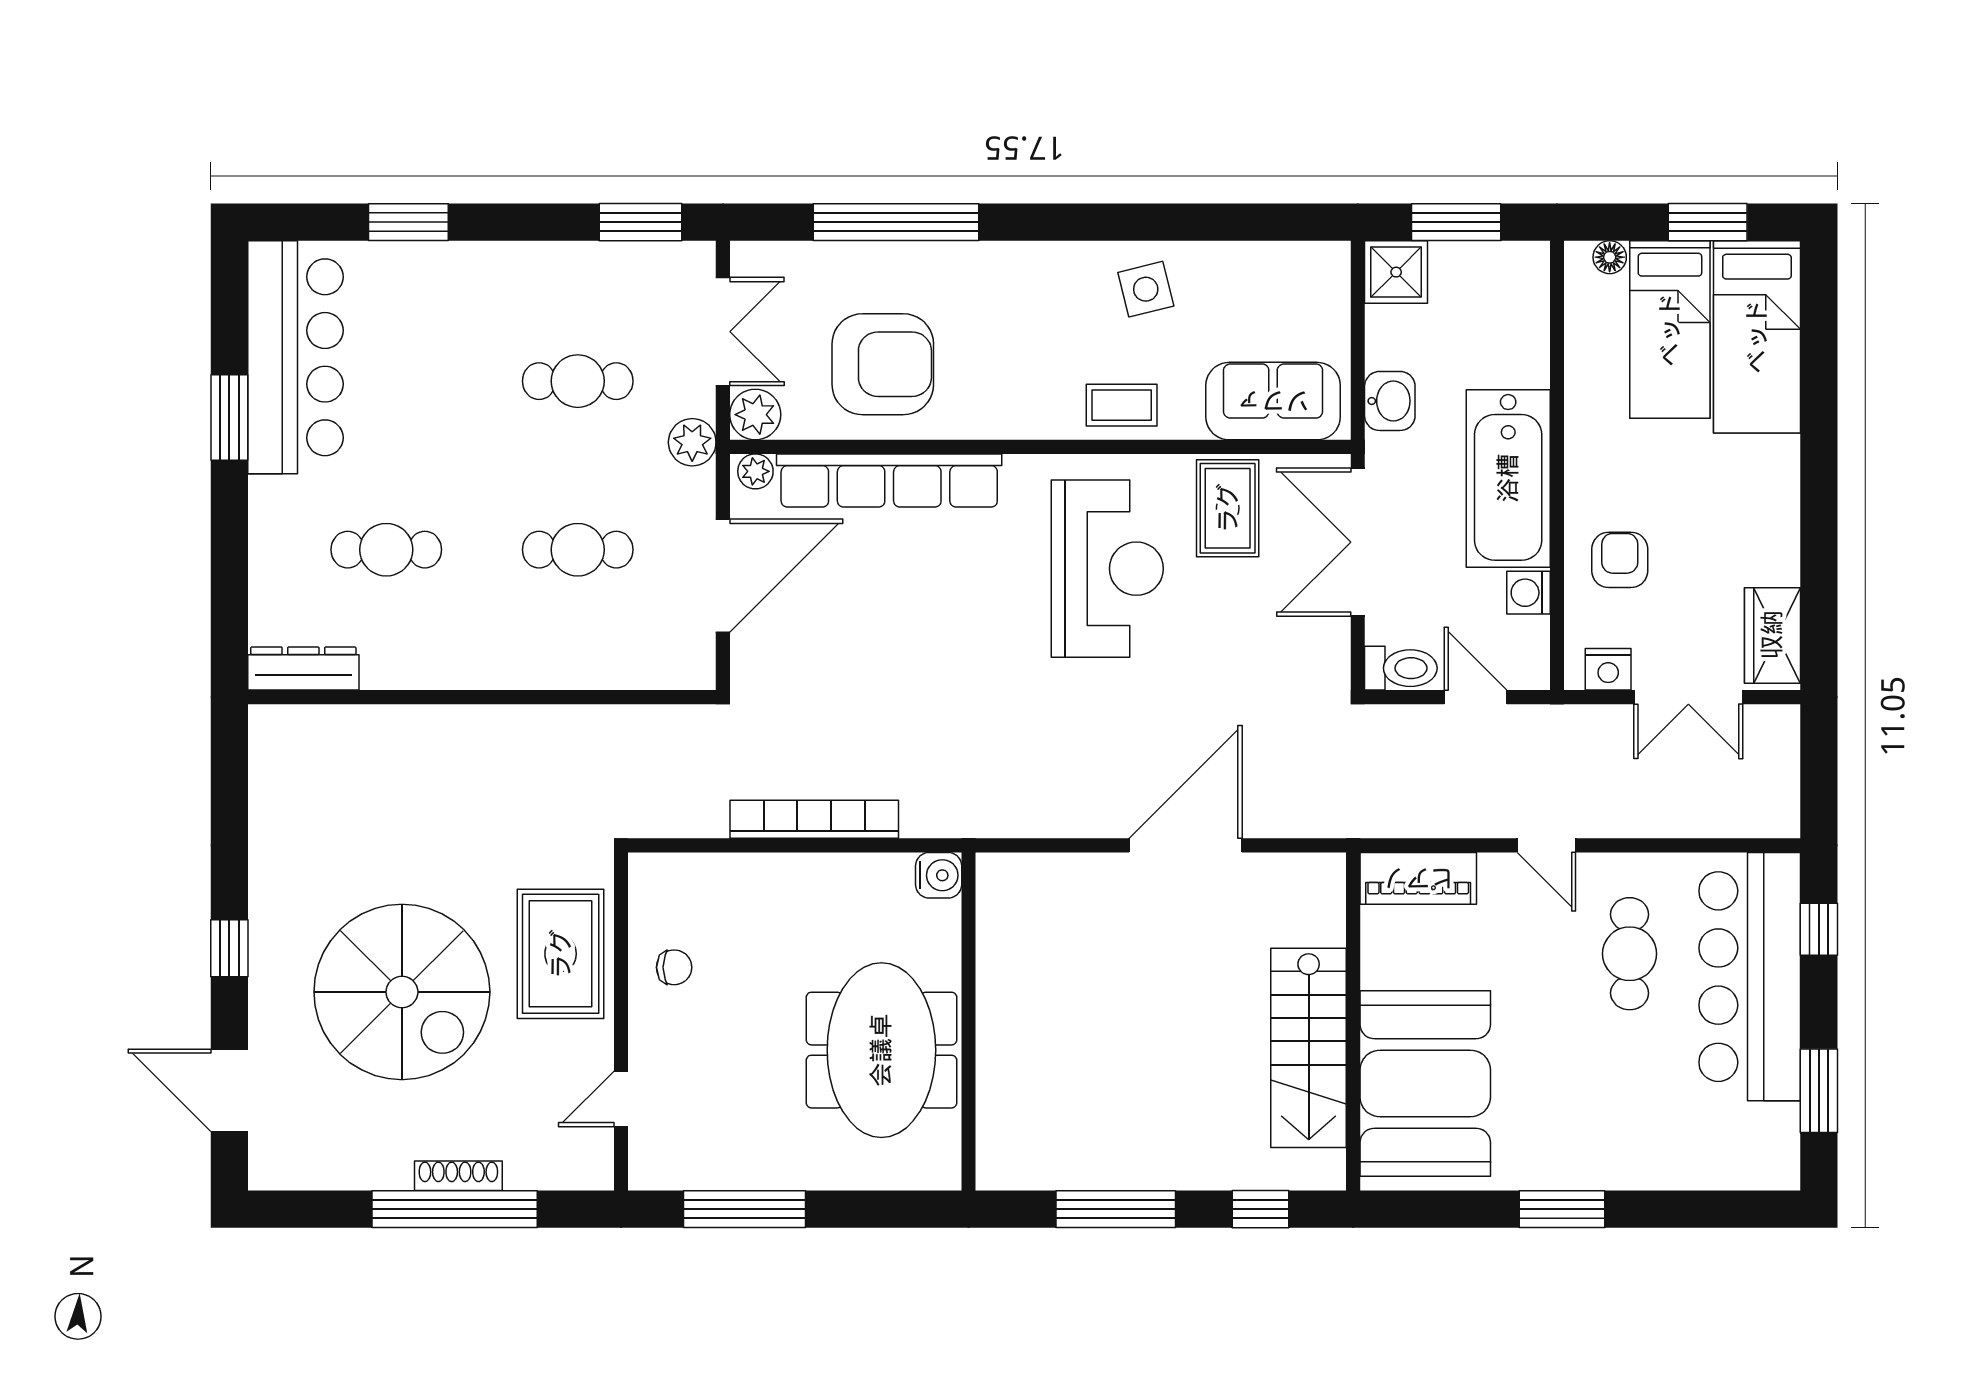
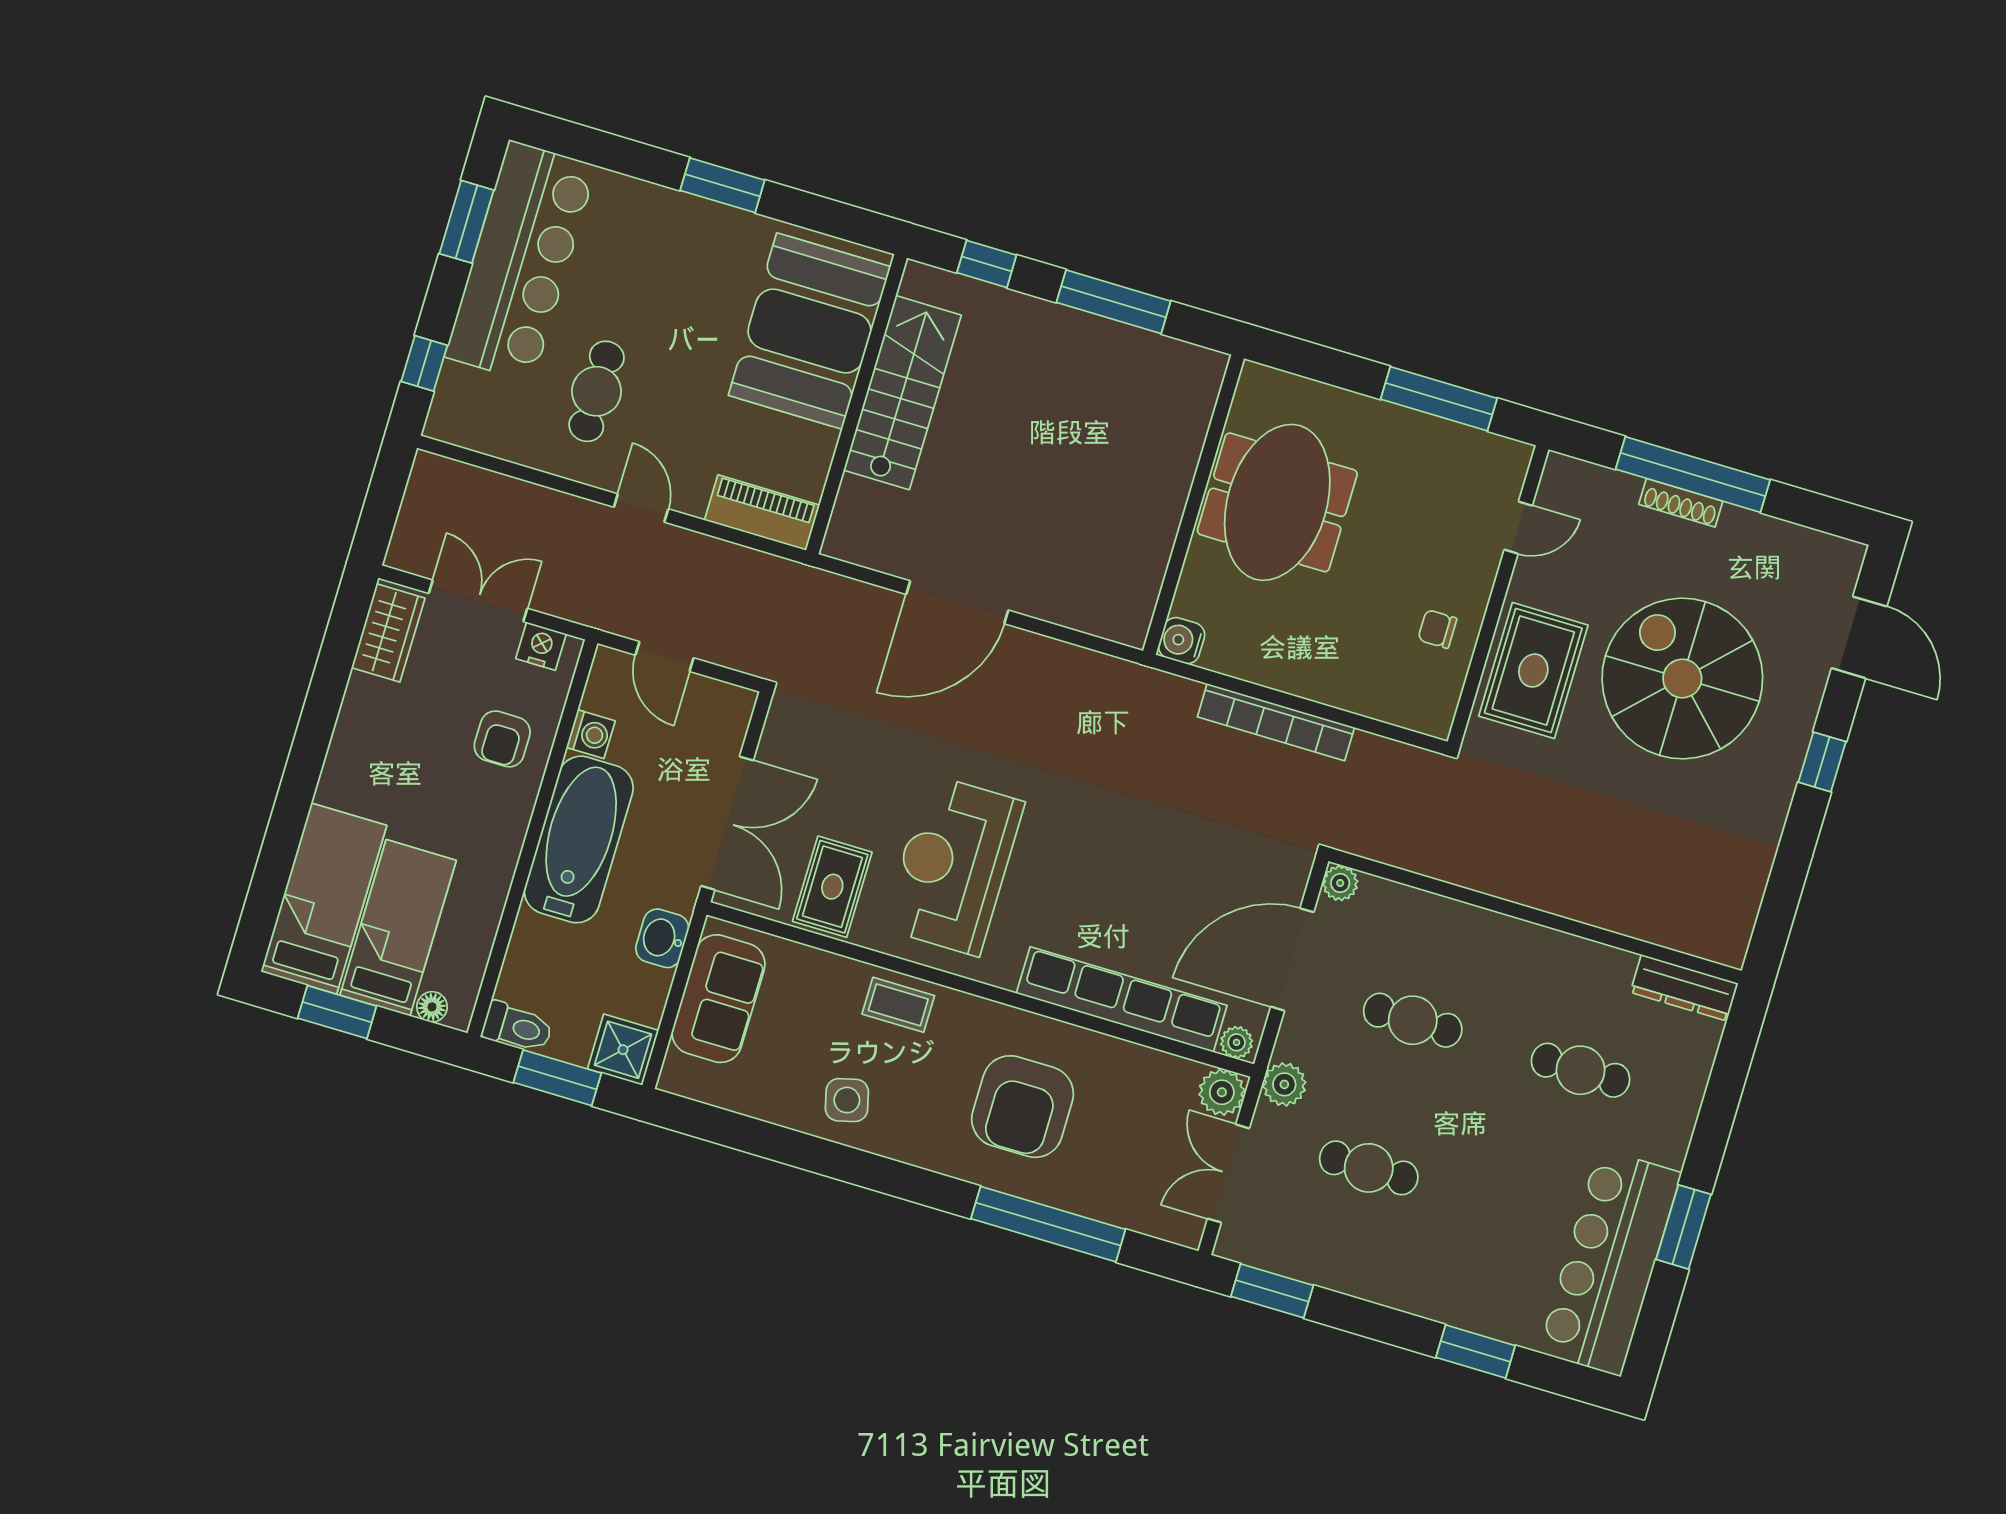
armchair: (883, 364) -> (1023, 1107), moved, turned -90
sofa: (1273, 401) -> (719, 999), moved, turned -90
toilet: (1401, 668) -> (517, 1027), moved, turned 180
plant: (697, 671) -> (1340, 883), added
bar counter: (1750, 977) -> (521, 261), moved

